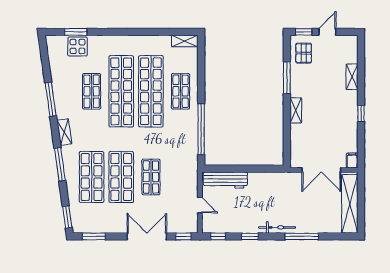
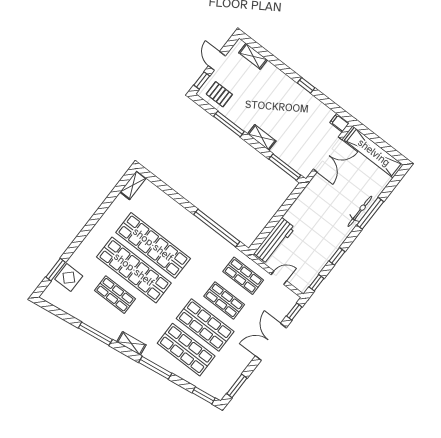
shelving: (352, 77) -> (253, 56), moved
shop shelf: (181, 91) -> (243, 276), moved
window: (287, 145) -> (285, 167), added
bicycle: (277, 227) -> (360, 211), moved

